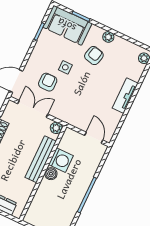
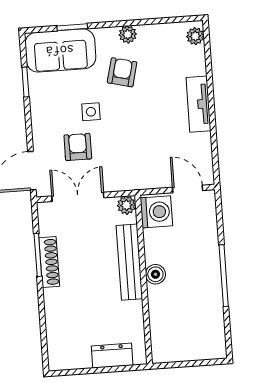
washing machine: (61, 160) -> (156, 212), moved

